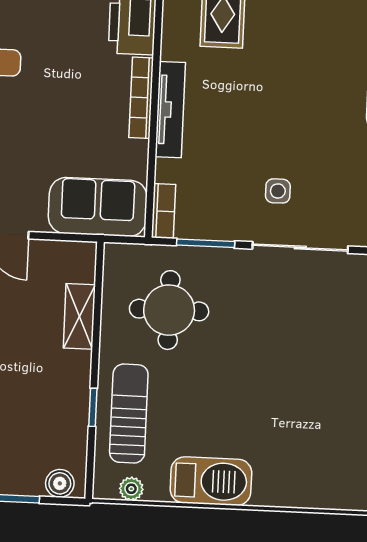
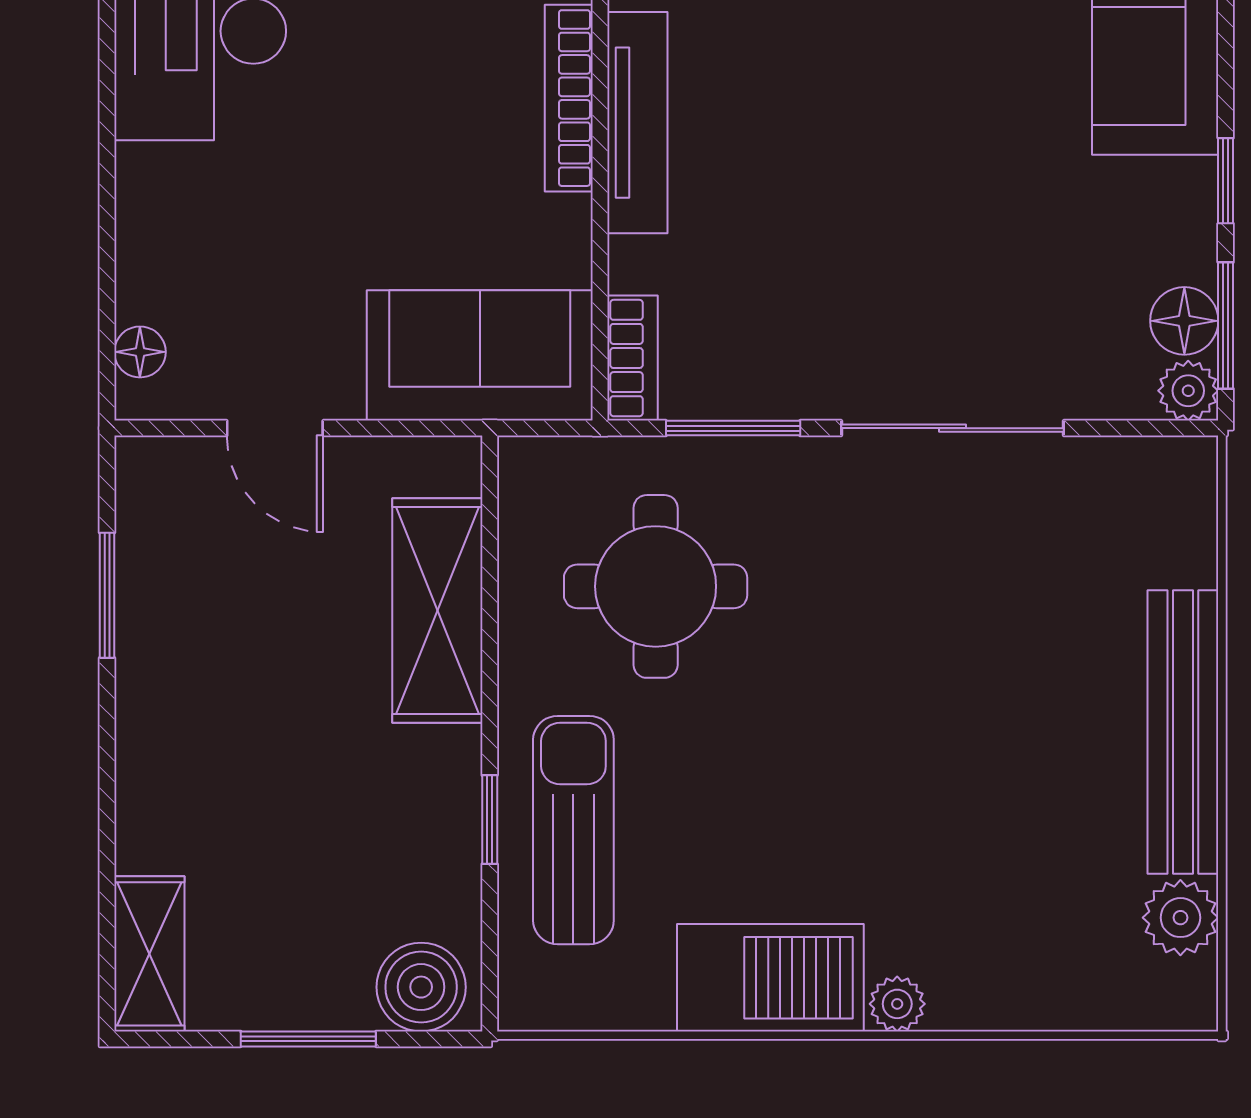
side table: (278, 191) -> (895, 300), removed
shelving: (79, 316) -> (437, 611), width x1.50, depth x1.33
boiler: (60, 483) -> (421, 987), width x1.36, depth x1.36
plant: (131, 489) -> (897, 1004), moved

